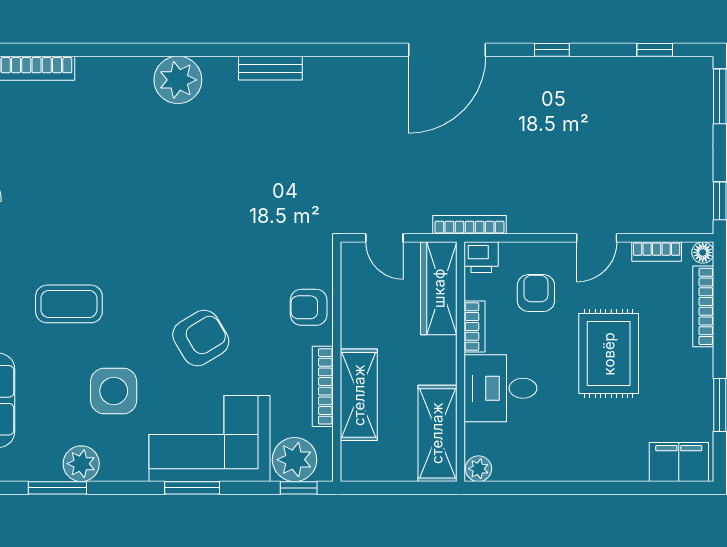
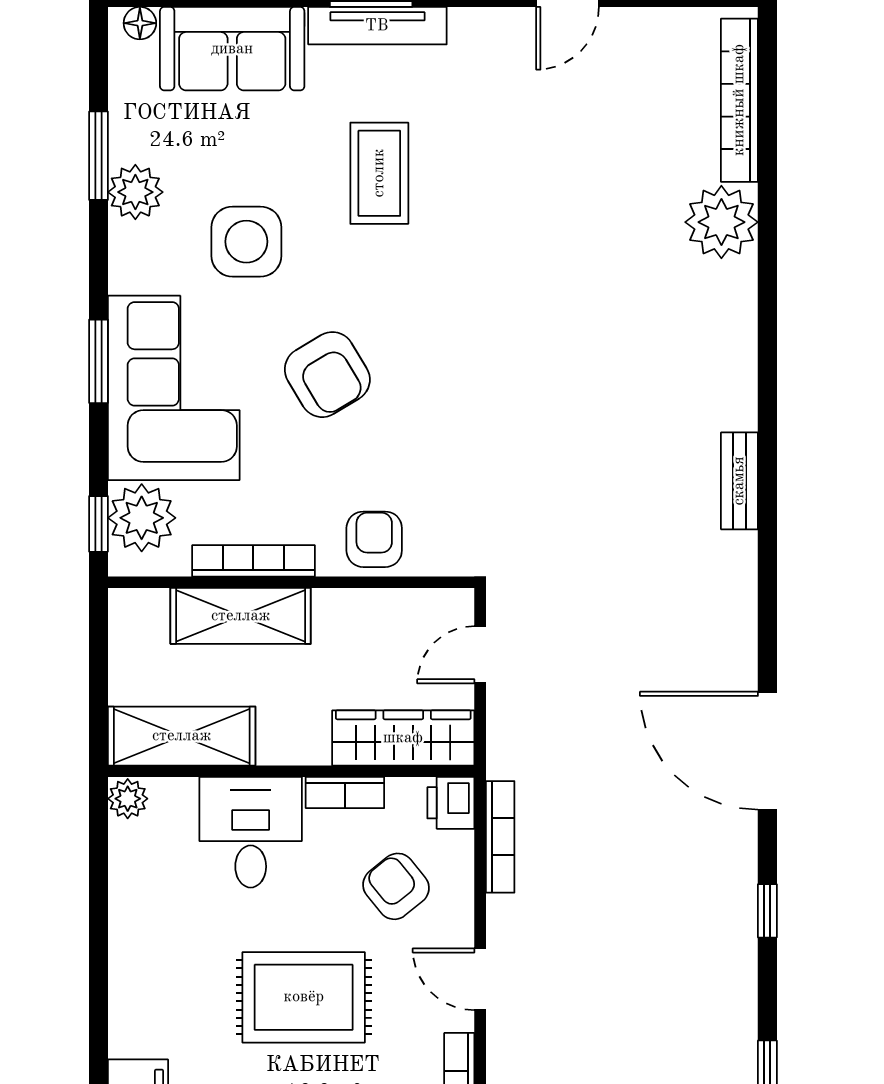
plant: (178, 80) -> (721, 222), moved
bookcase: (470, 225) -> (500, 837), moved
armchair: (536, 293) -> (396, 886), turned -129

